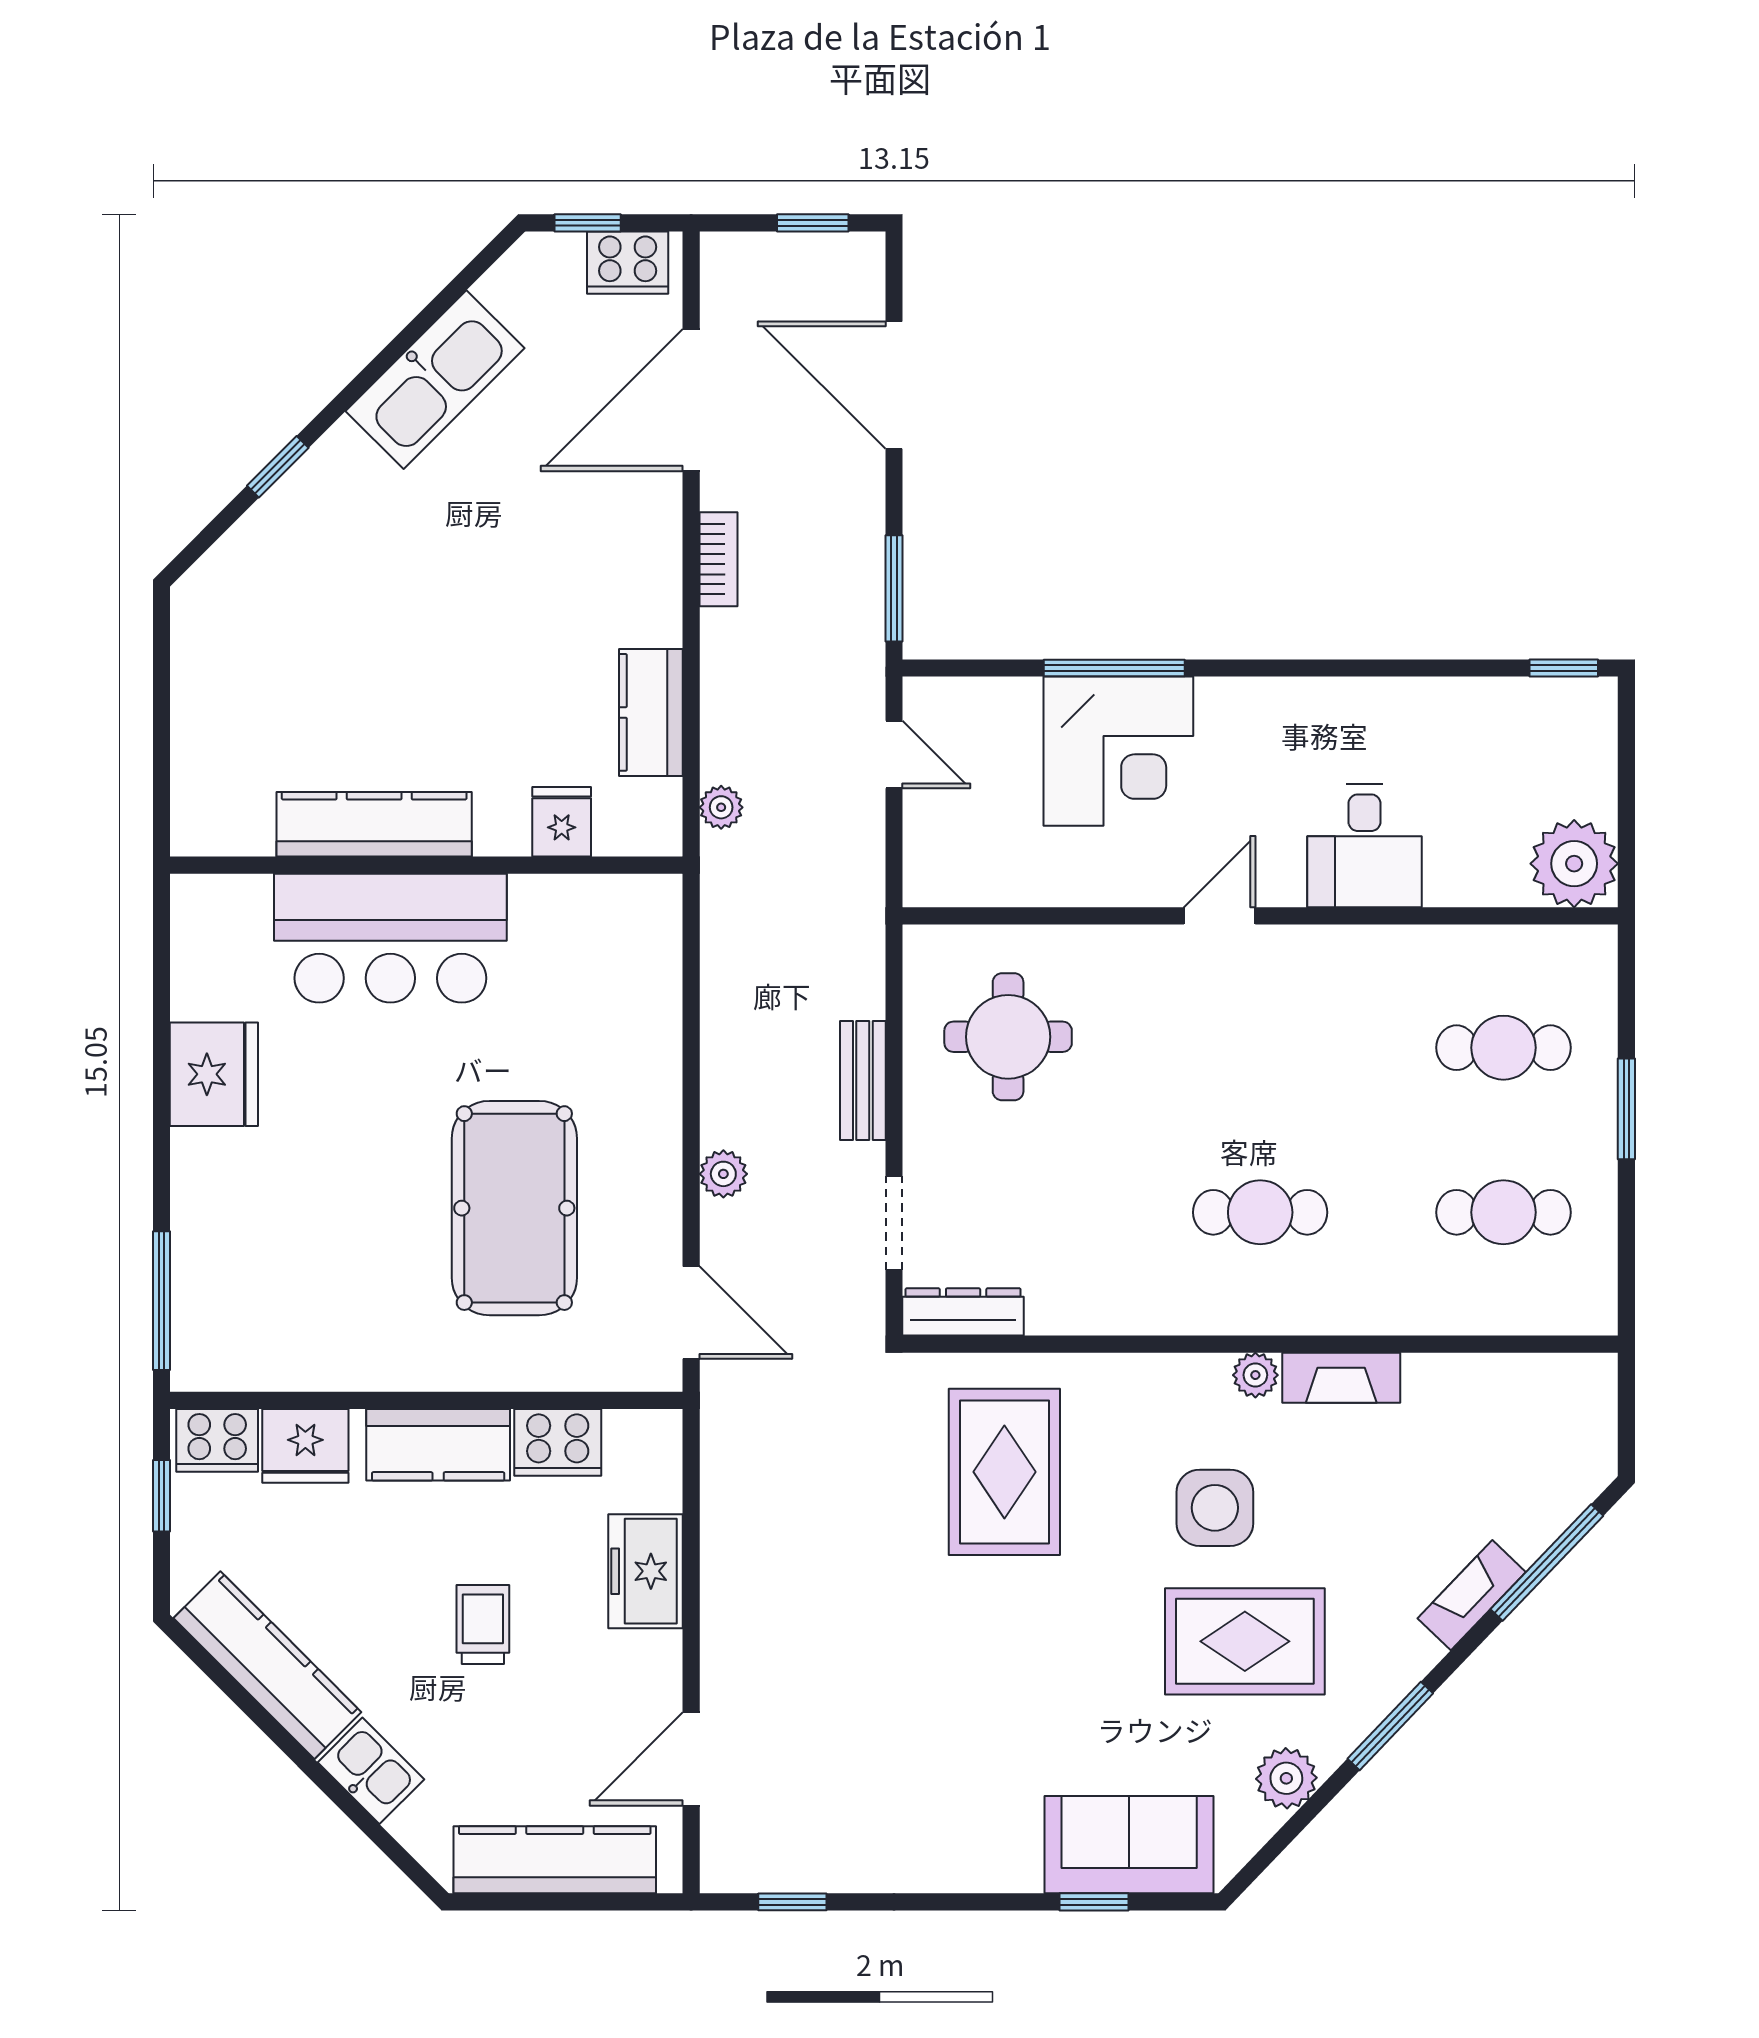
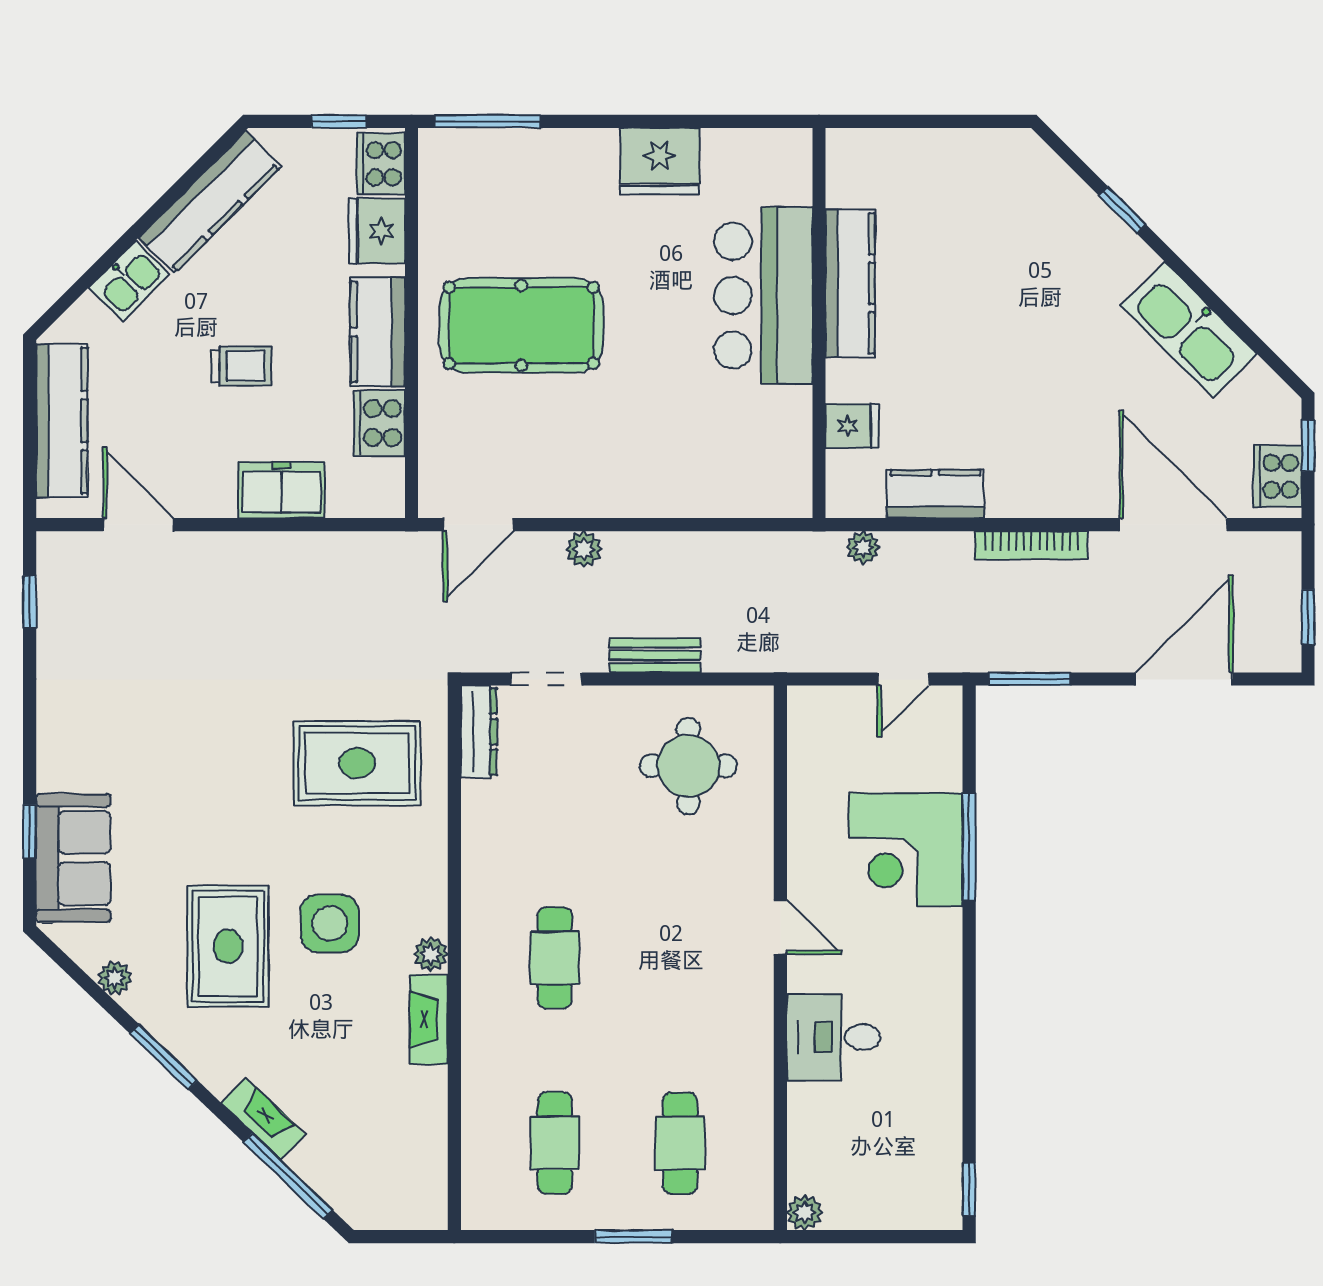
bookcase: (718, 559) -> (1032, 545), width x1.56
plant: (1574, 864) -> (805, 1212), width x0.53, depth x0.53
pool table: (514, 1208) -> (521, 325), moved
plant: (1286, 1778) -> (115, 978), width x0.73, depth x0.73

